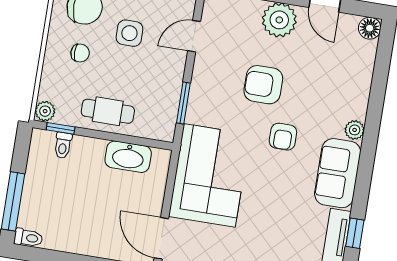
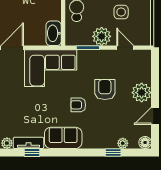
plant: (167, 75) -> (102, 36), added
window: (378, 88) -> (113, 153), added
plant: (355, 130) -> (123, 143), moved
washbasin: (128, 157) -> (54, 33), moved

